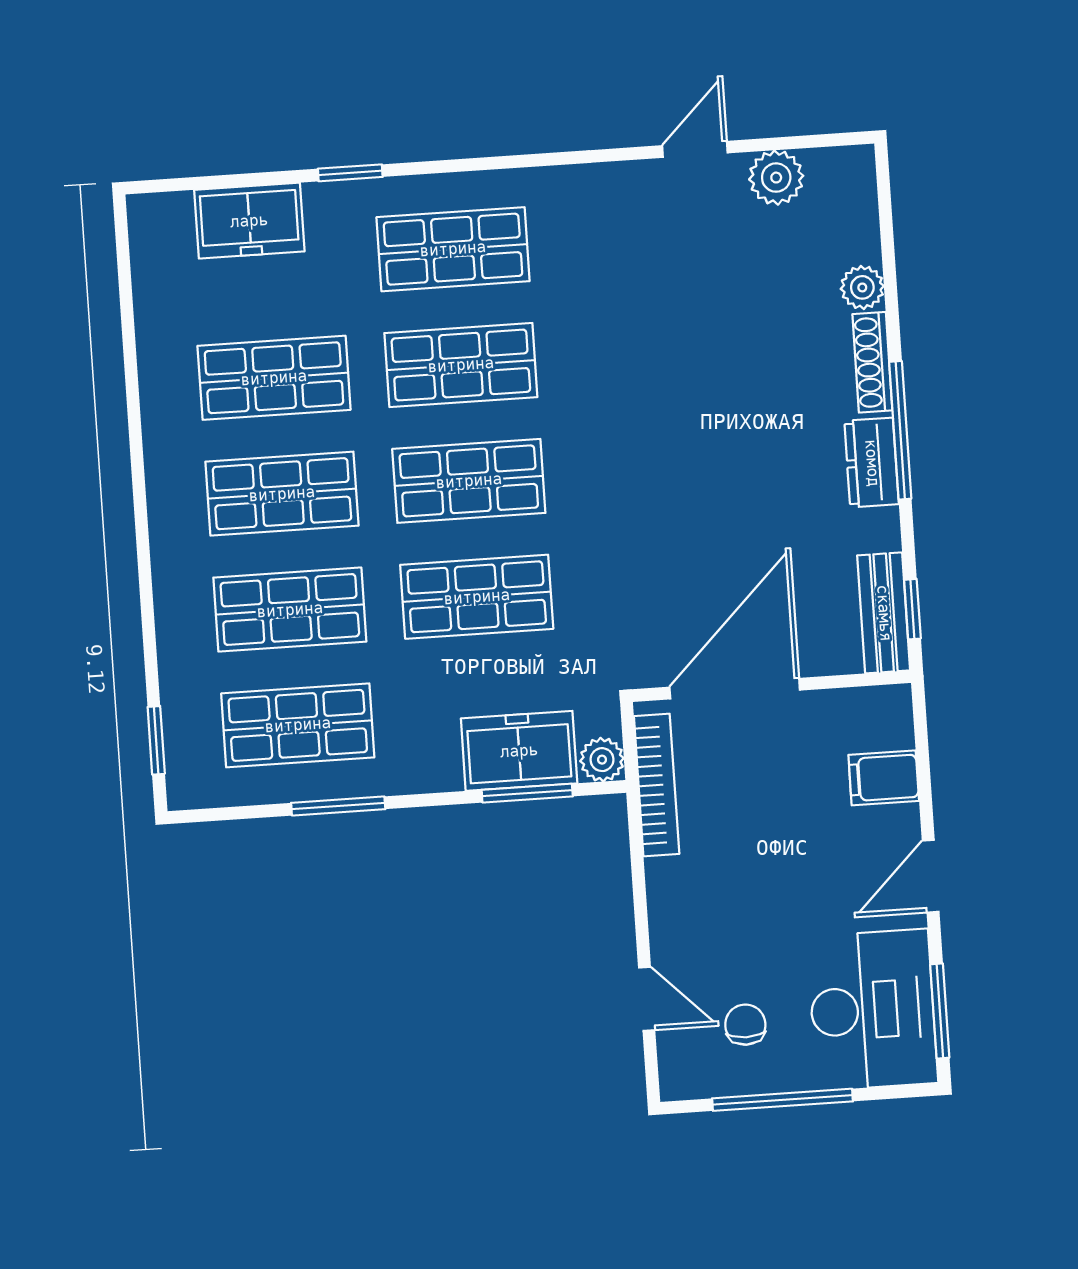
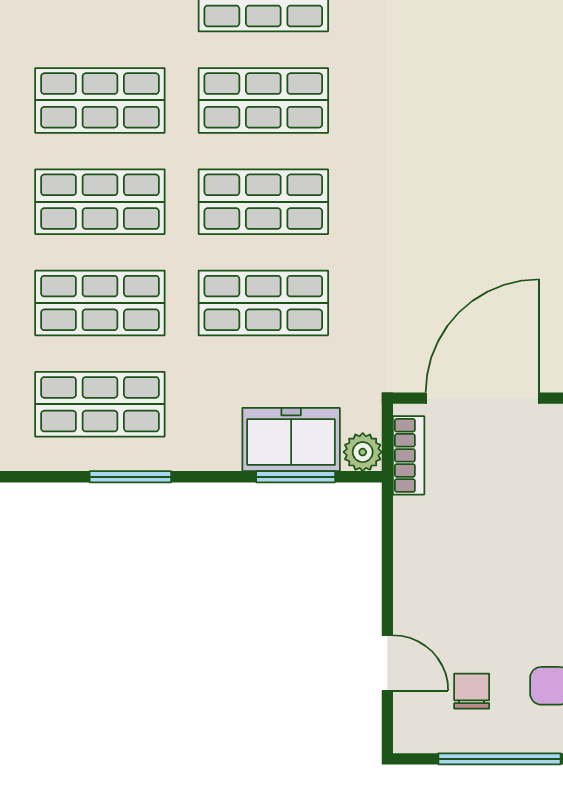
bookcase: (657, 785) -> (409, 455), width x0.64

